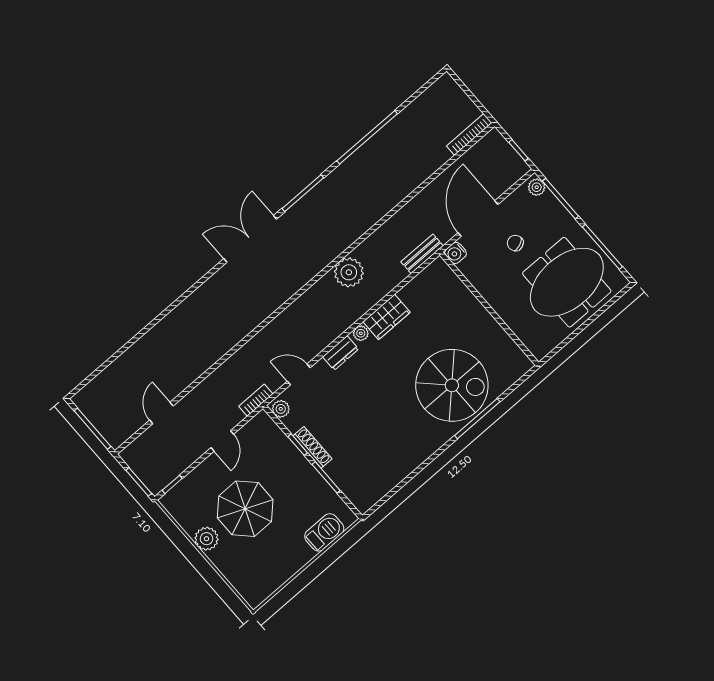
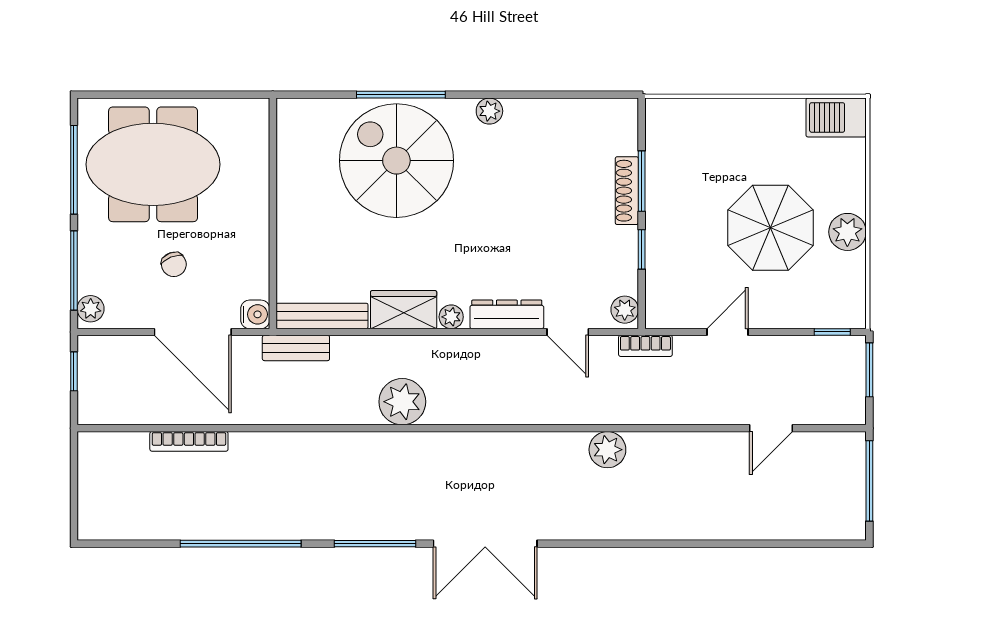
bookcase: (469, 134) -> (189, 441), moved
door: (478, 219) -> (193, 332), hinge flipped
bench: (423, 280) -> (322, 316), added
plant: (231, 335) -> (607, 450), added
dresser: (341, 353) -> (507, 314), width x1.44
shoe rack: (312, 447) -> (627, 191), moved
plant: (428, 448) -> (489, 111), added
barbecue: (324, 532) -> (836, 117), moved

